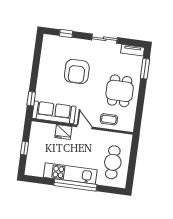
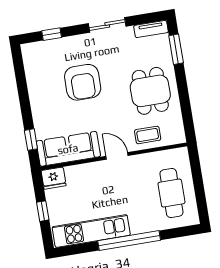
fridge: (63, 132) -> (54, 178), moved
kitchen unit: (70, 173) -> (91, 231), moved

